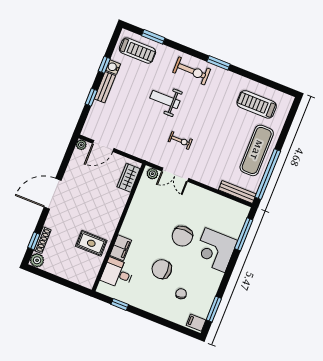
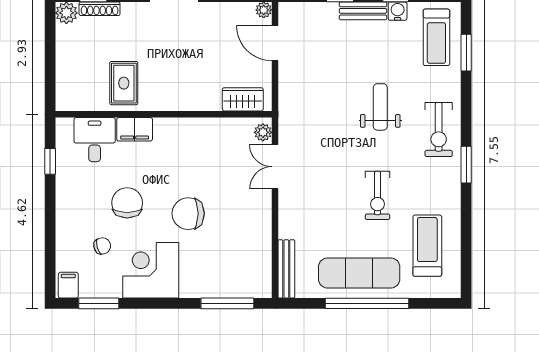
exercise bike: (180, 141) -> (378, 195), moved, width x1.38, depth x1.39
window: (268, 174) -> (367, 303), moved
corner desk: (215, 250) -> (151, 270), moved

